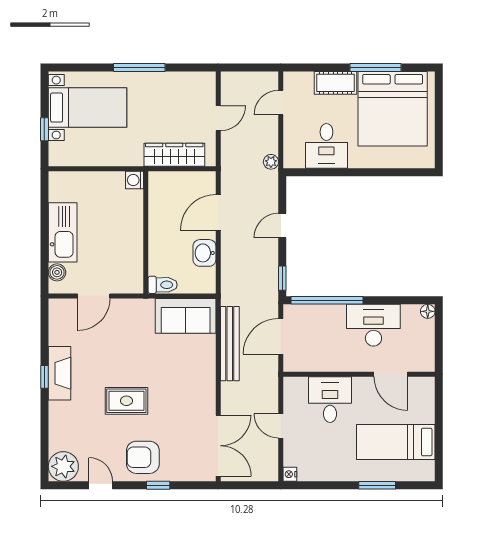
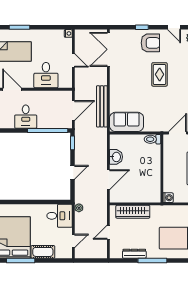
dresser: (172, 80) -> (134, 254), added
desk: (326, 146) -> (60, 216), moved, turned 90
washing machine: (135, 180) -> (168, 198), moved
wall: (146, 232) -> (162, 168), moved
toilet: (163, 285) -> (152, 139), moved
desk: (373, 325) -> (26, 117), width x0.73
rug: (126, 401) -> (160, 74), turned 90

